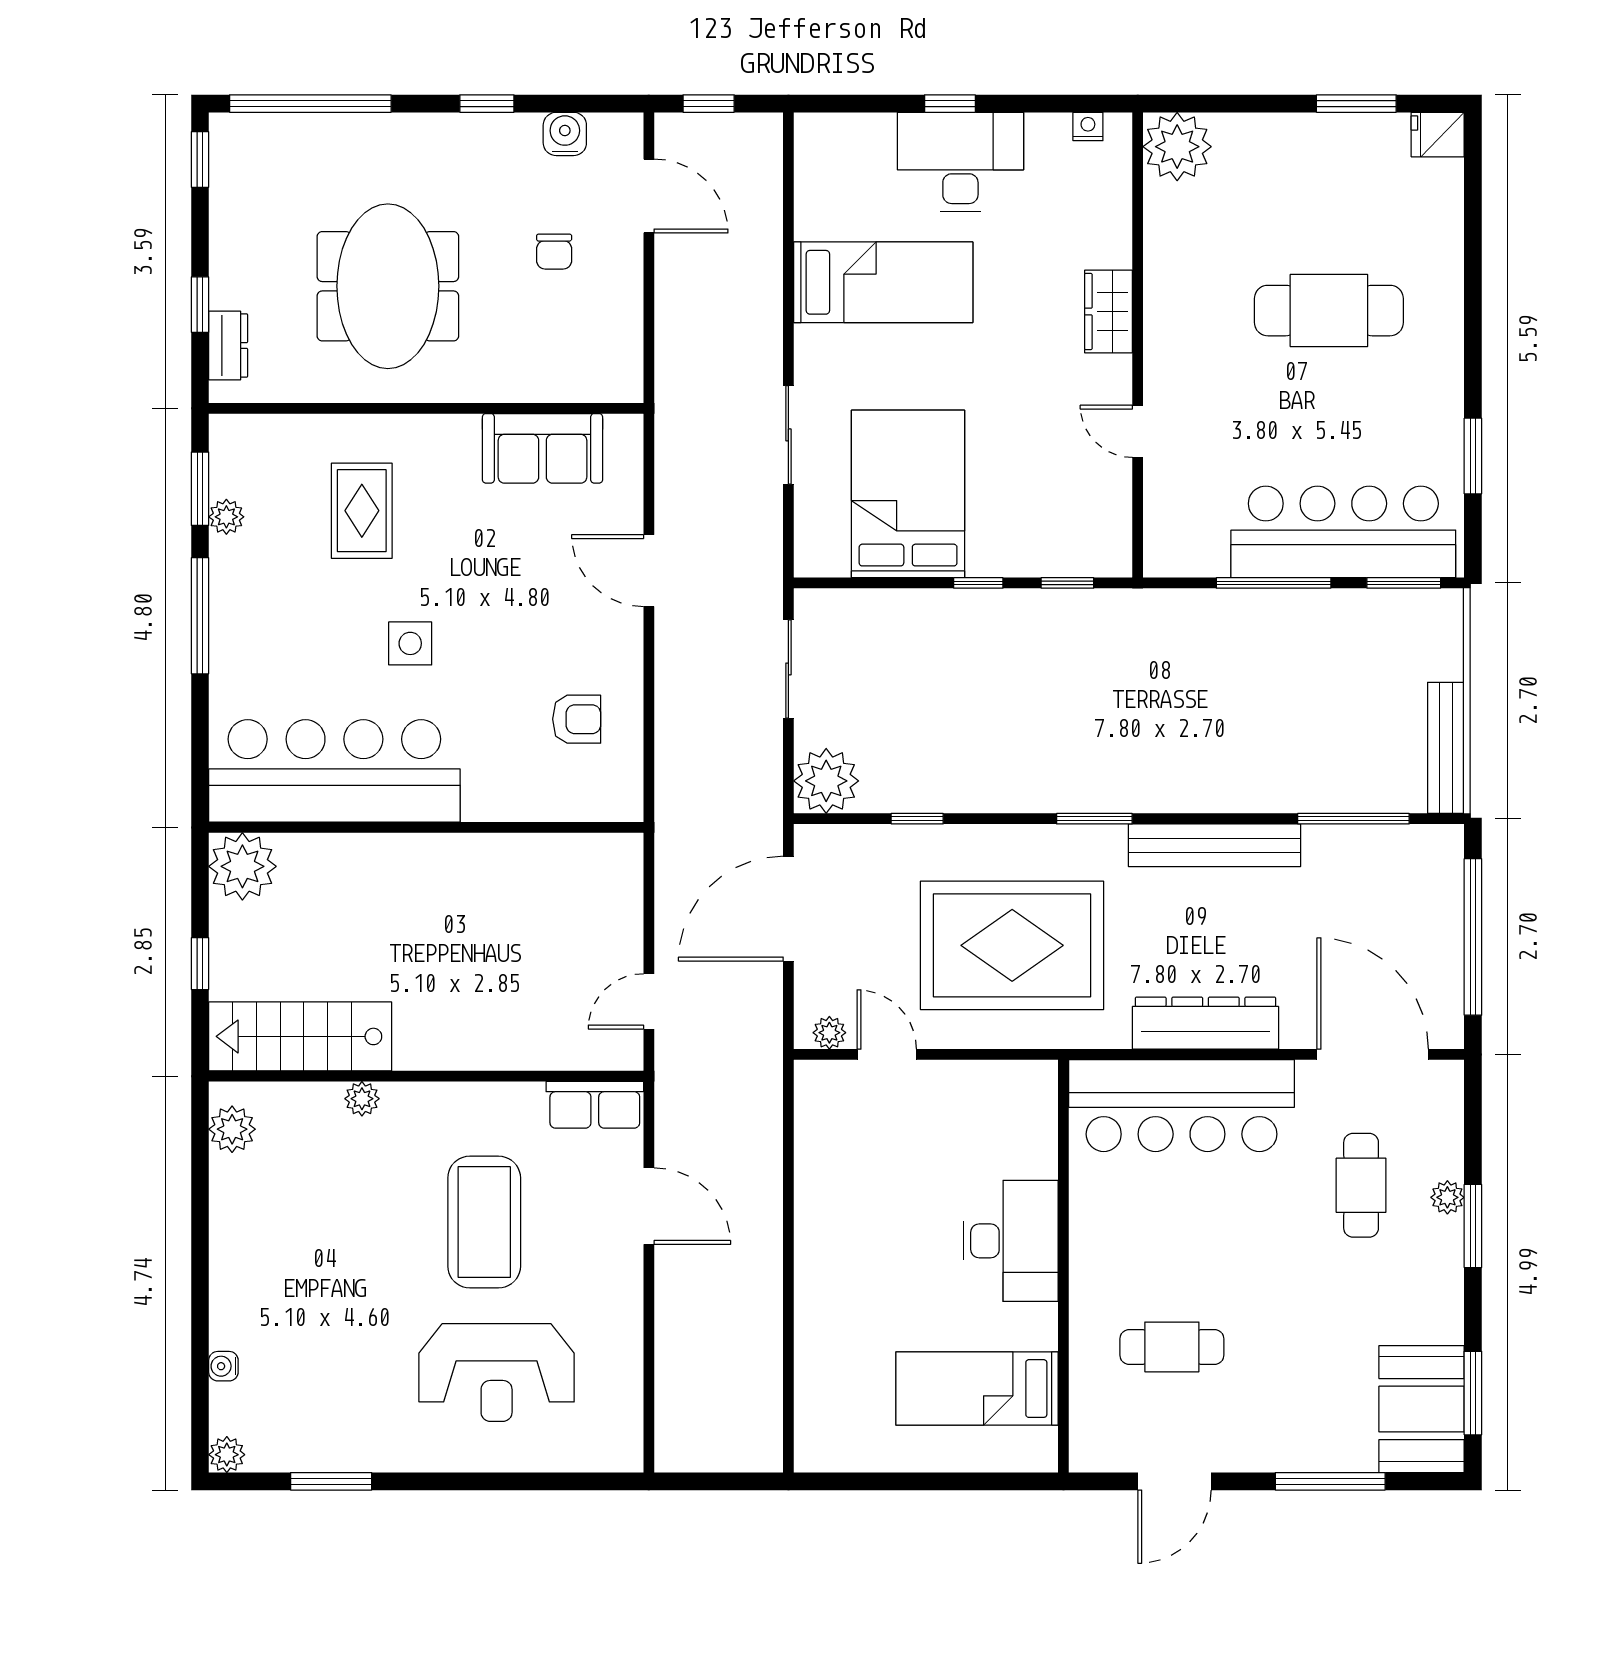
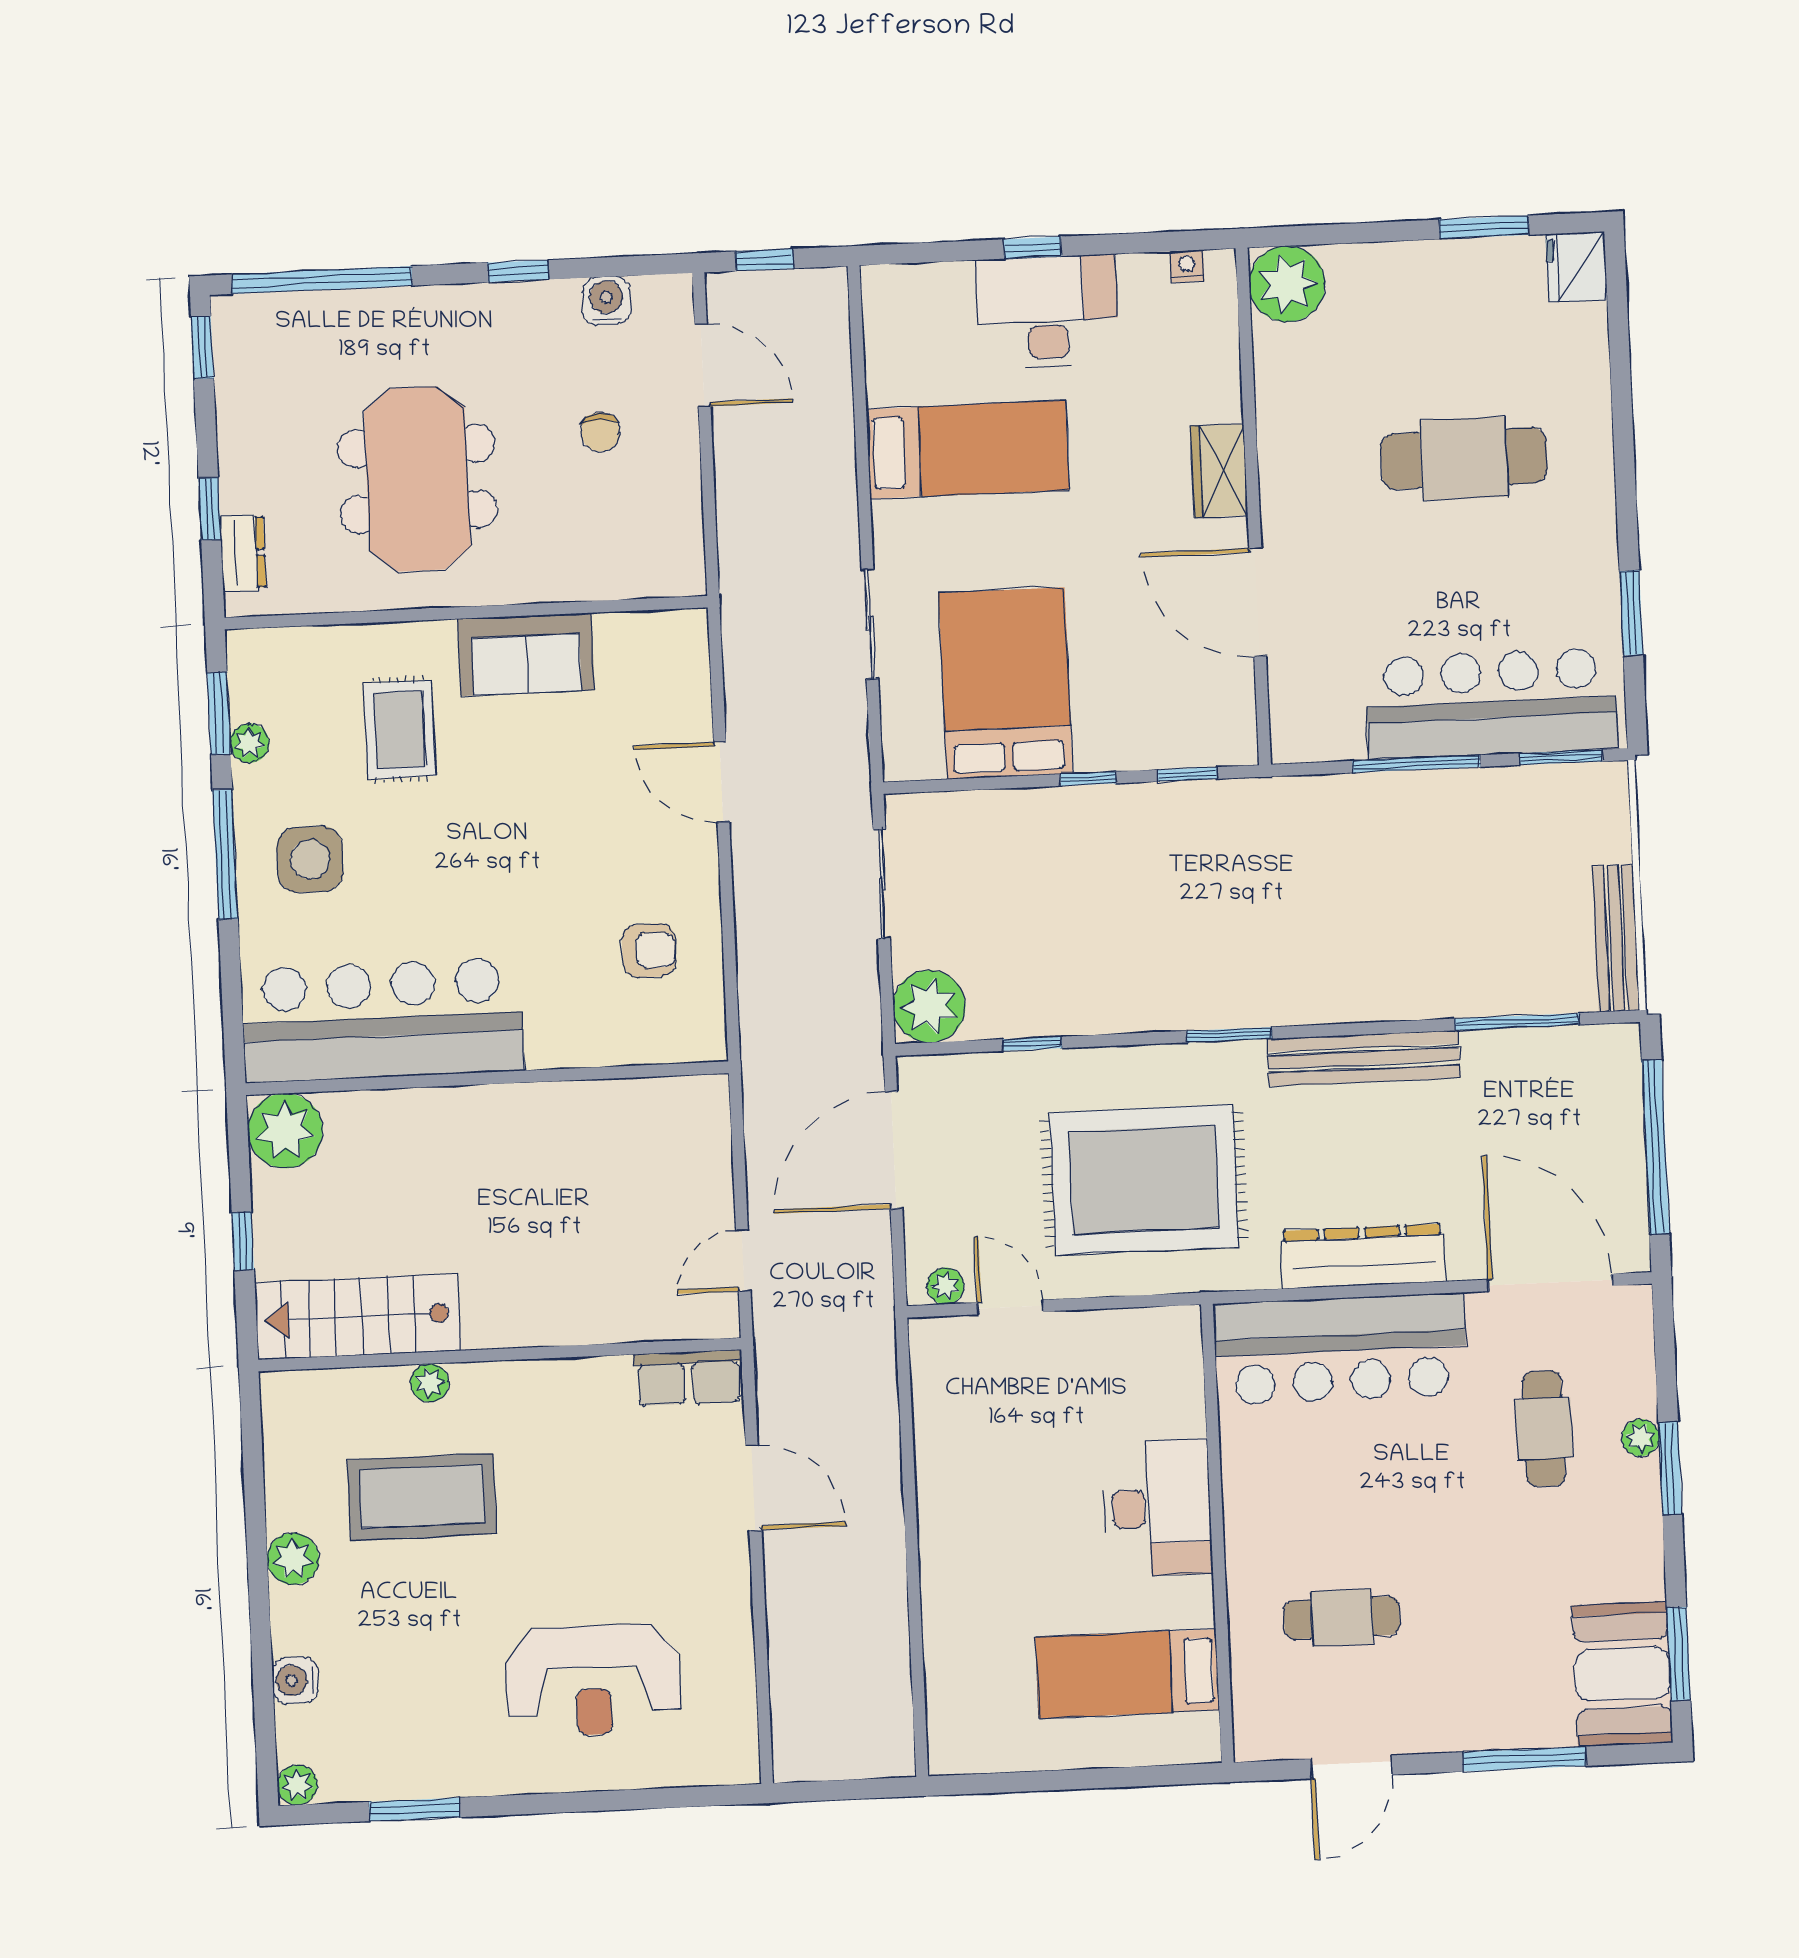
fridge: (1438, 135) -> (1576, 267), width x1.38
door: (1138, 431) -> (1258, 602), width x1.87
sofa: (543, 448) -> (526, 654), moved
side table: (410, 643) -> (310, 859), moved, width x1.37, depth x1.37
plant: (232, 1129) -> (293, 1559), moved
coffee table: (484, 1222) -> (422, 1497), moved, turned 90
water cooler: (223, 1366) -> (295, 1680), width x1.38, depth x1.38

